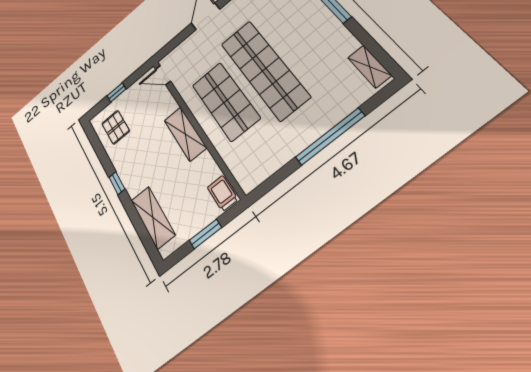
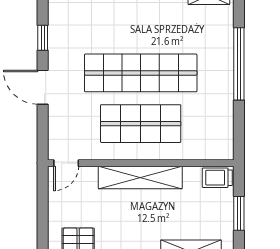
window: (116, 92) -> (43, 219), removed
shelving: (185, 134) -> (140, 177), width x1.47

